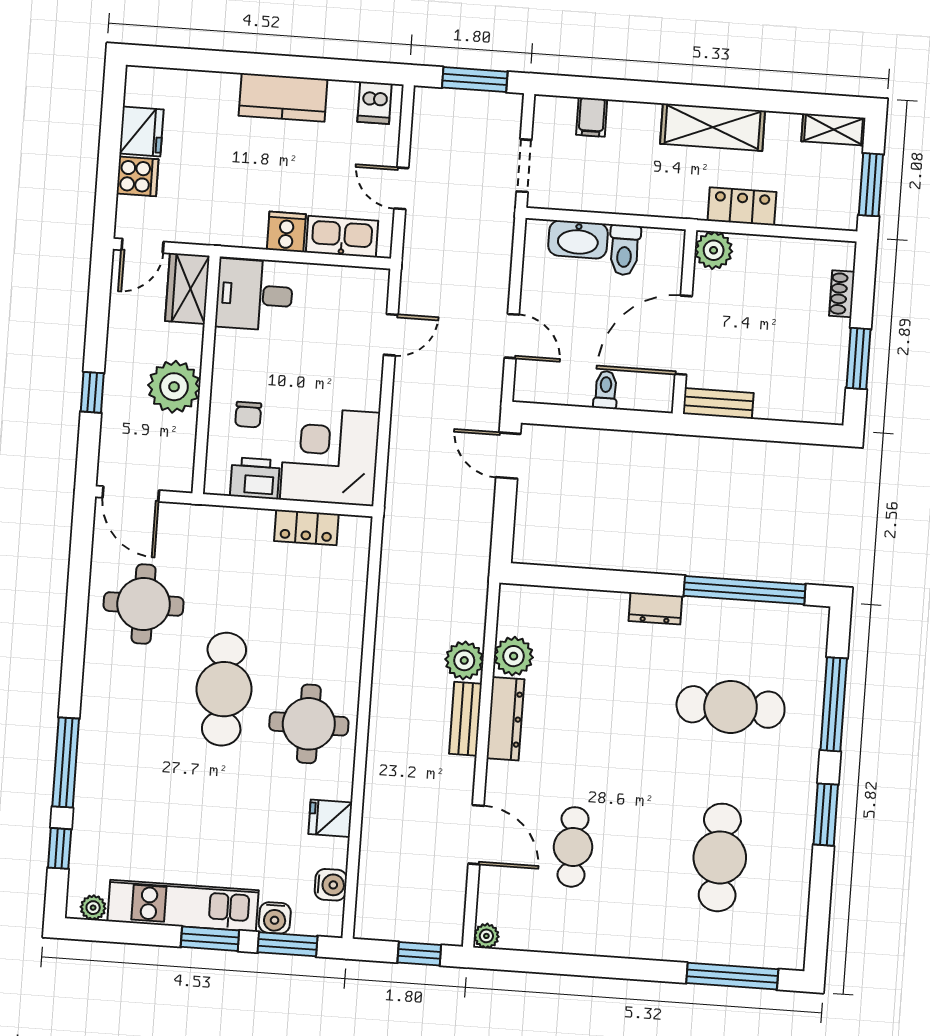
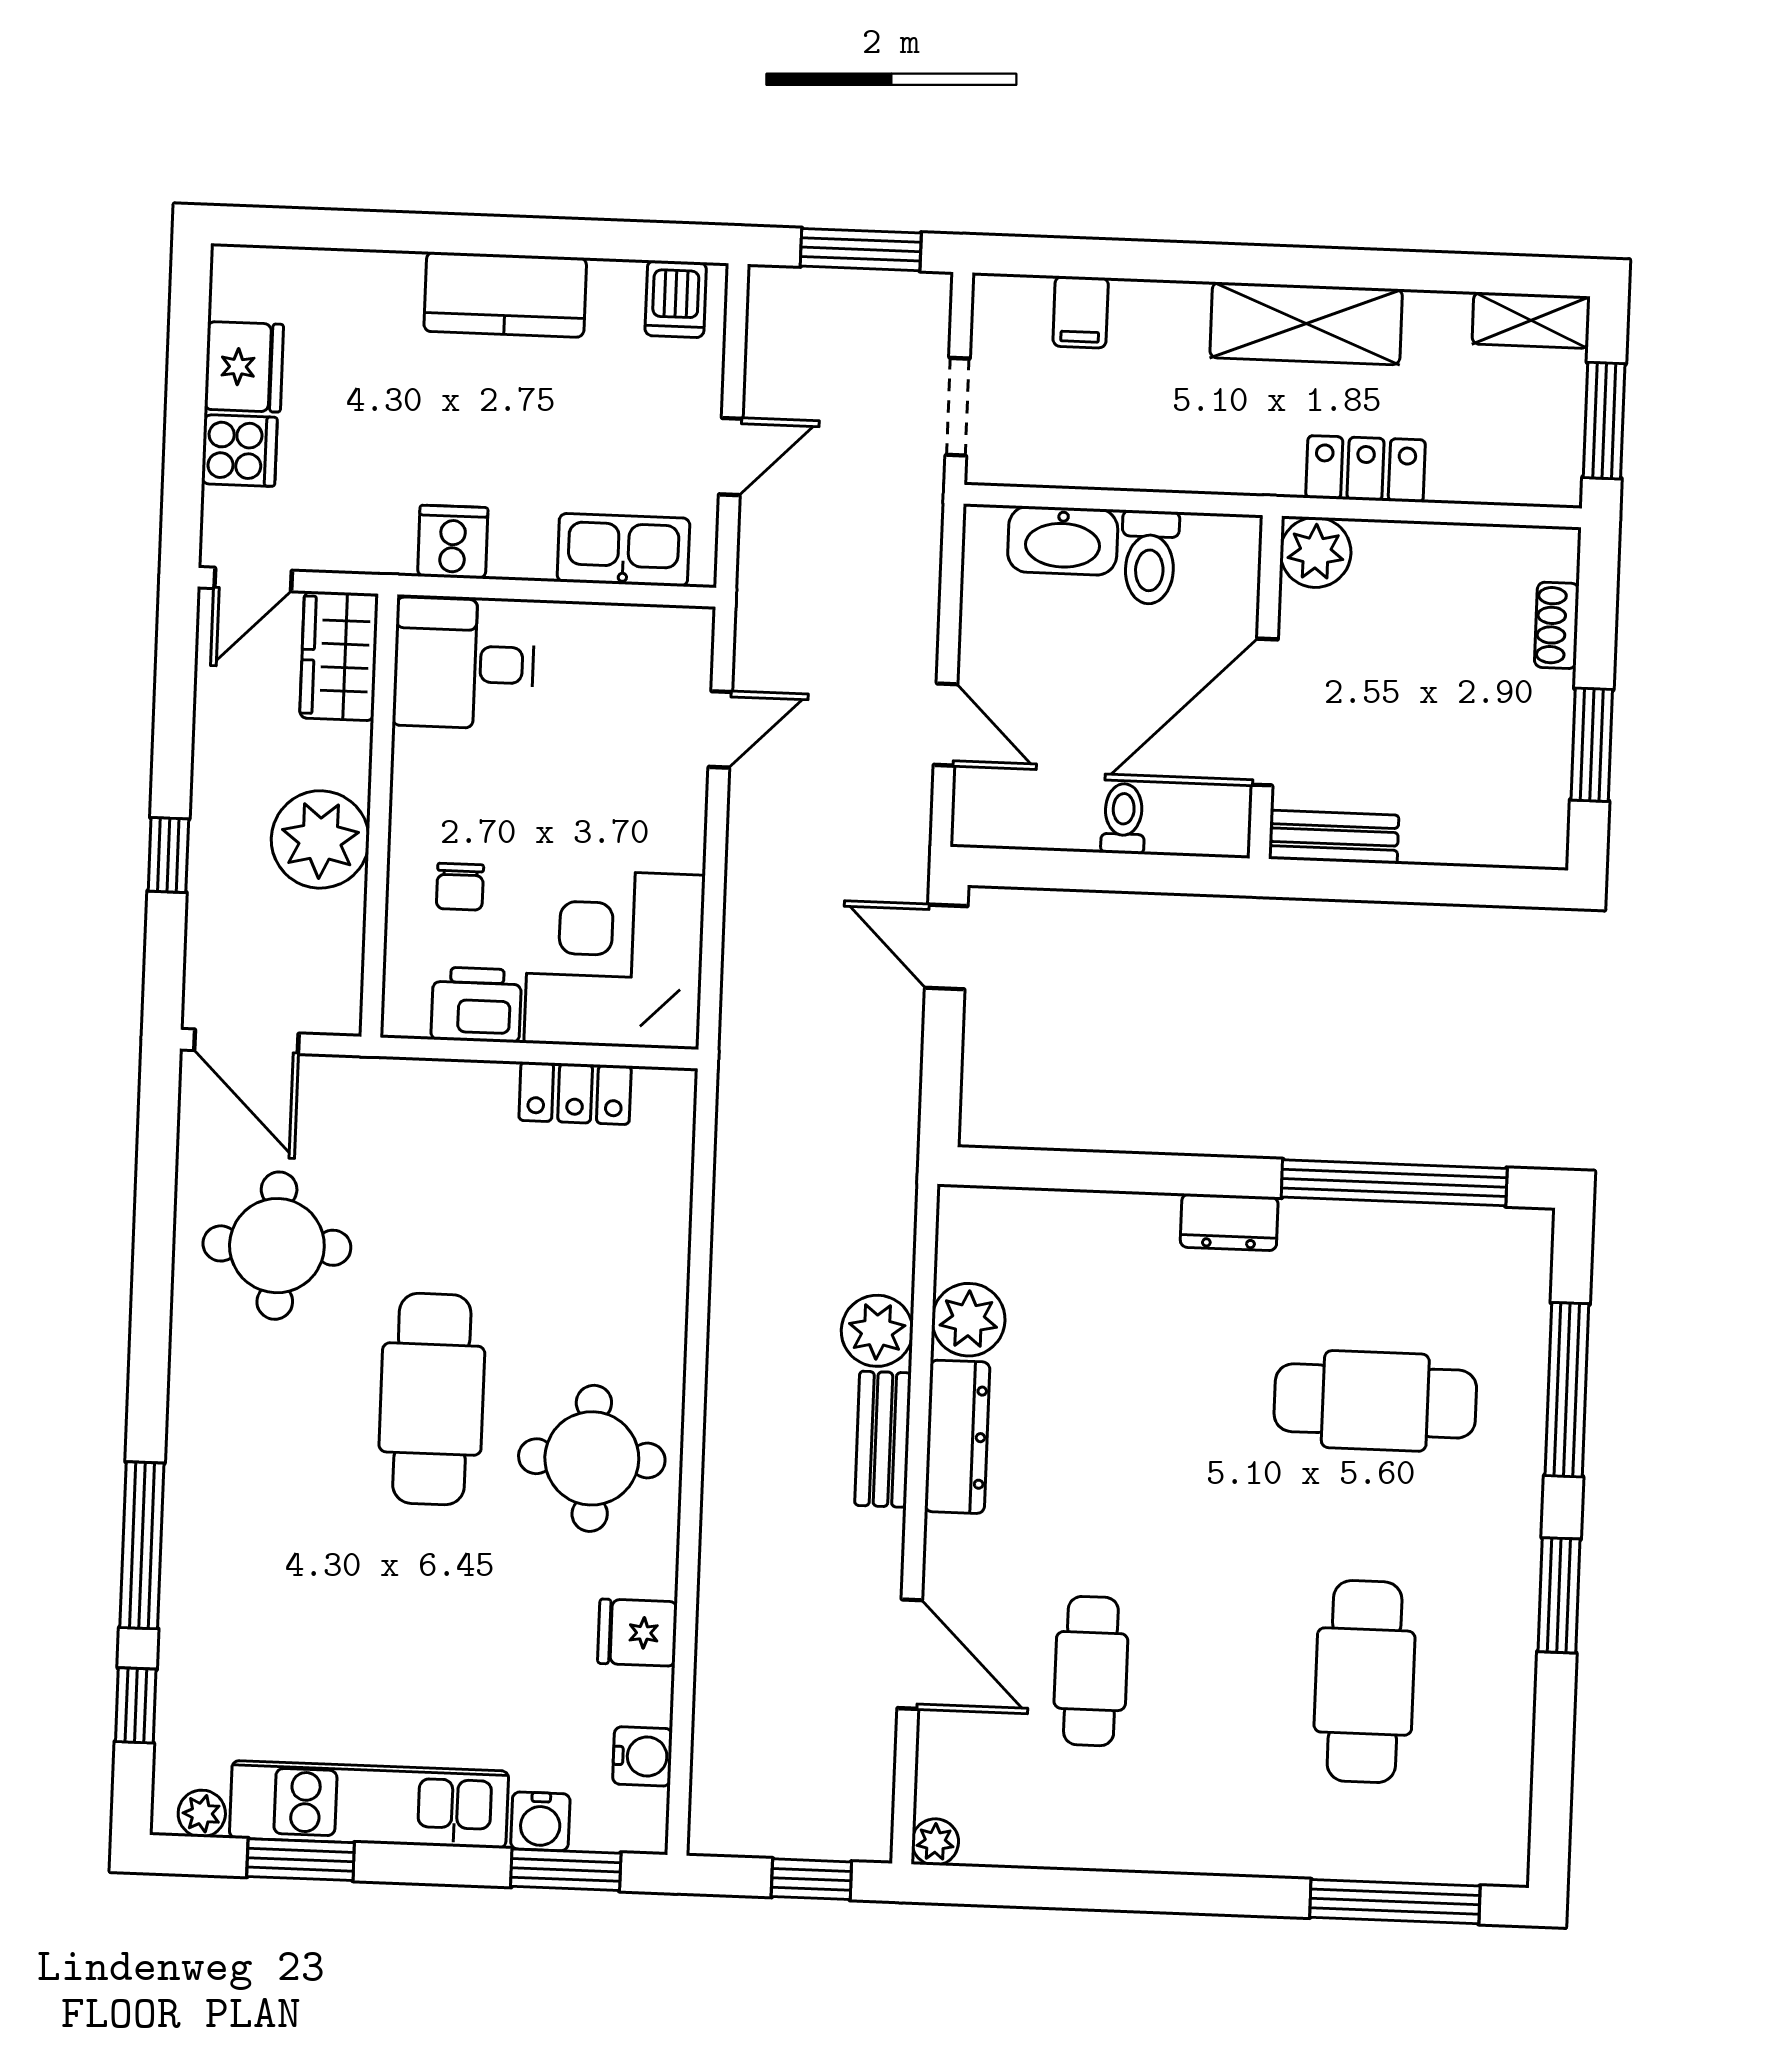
door: (401, 188) -> (731, 456), swing flipped
cooker: (286, 232) -> (453, 542), moved
window: (210, 939) -> (301, 1860), moved

